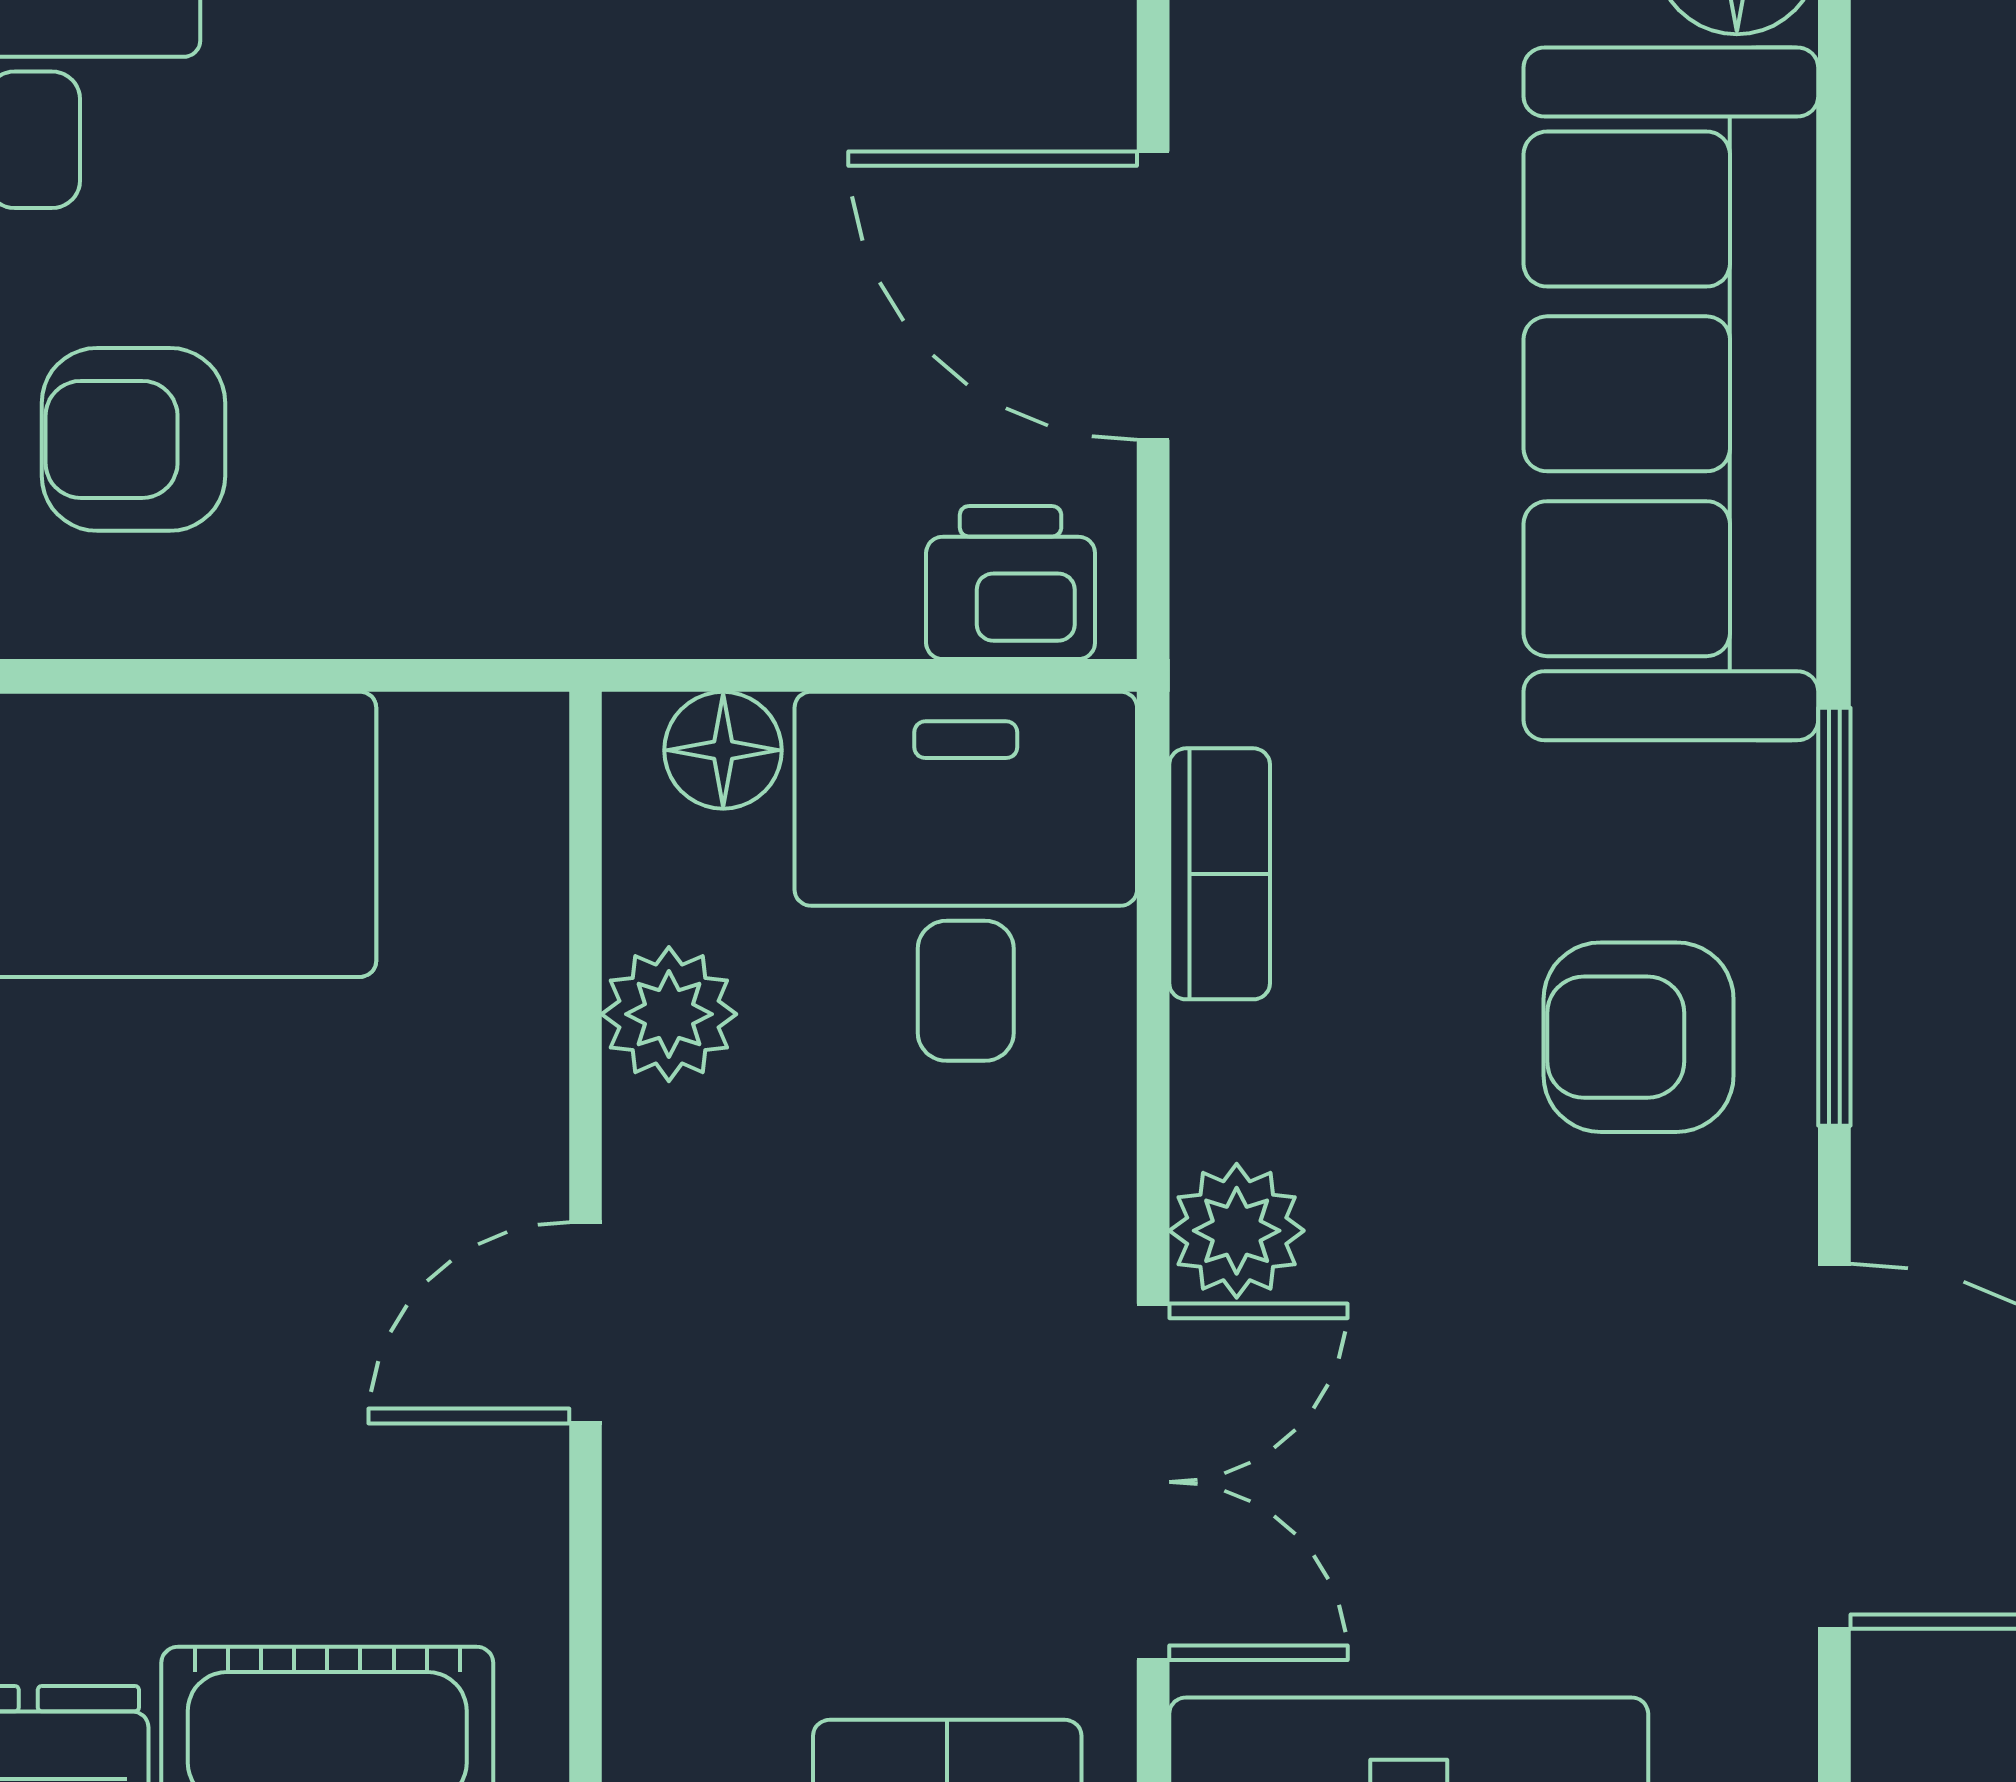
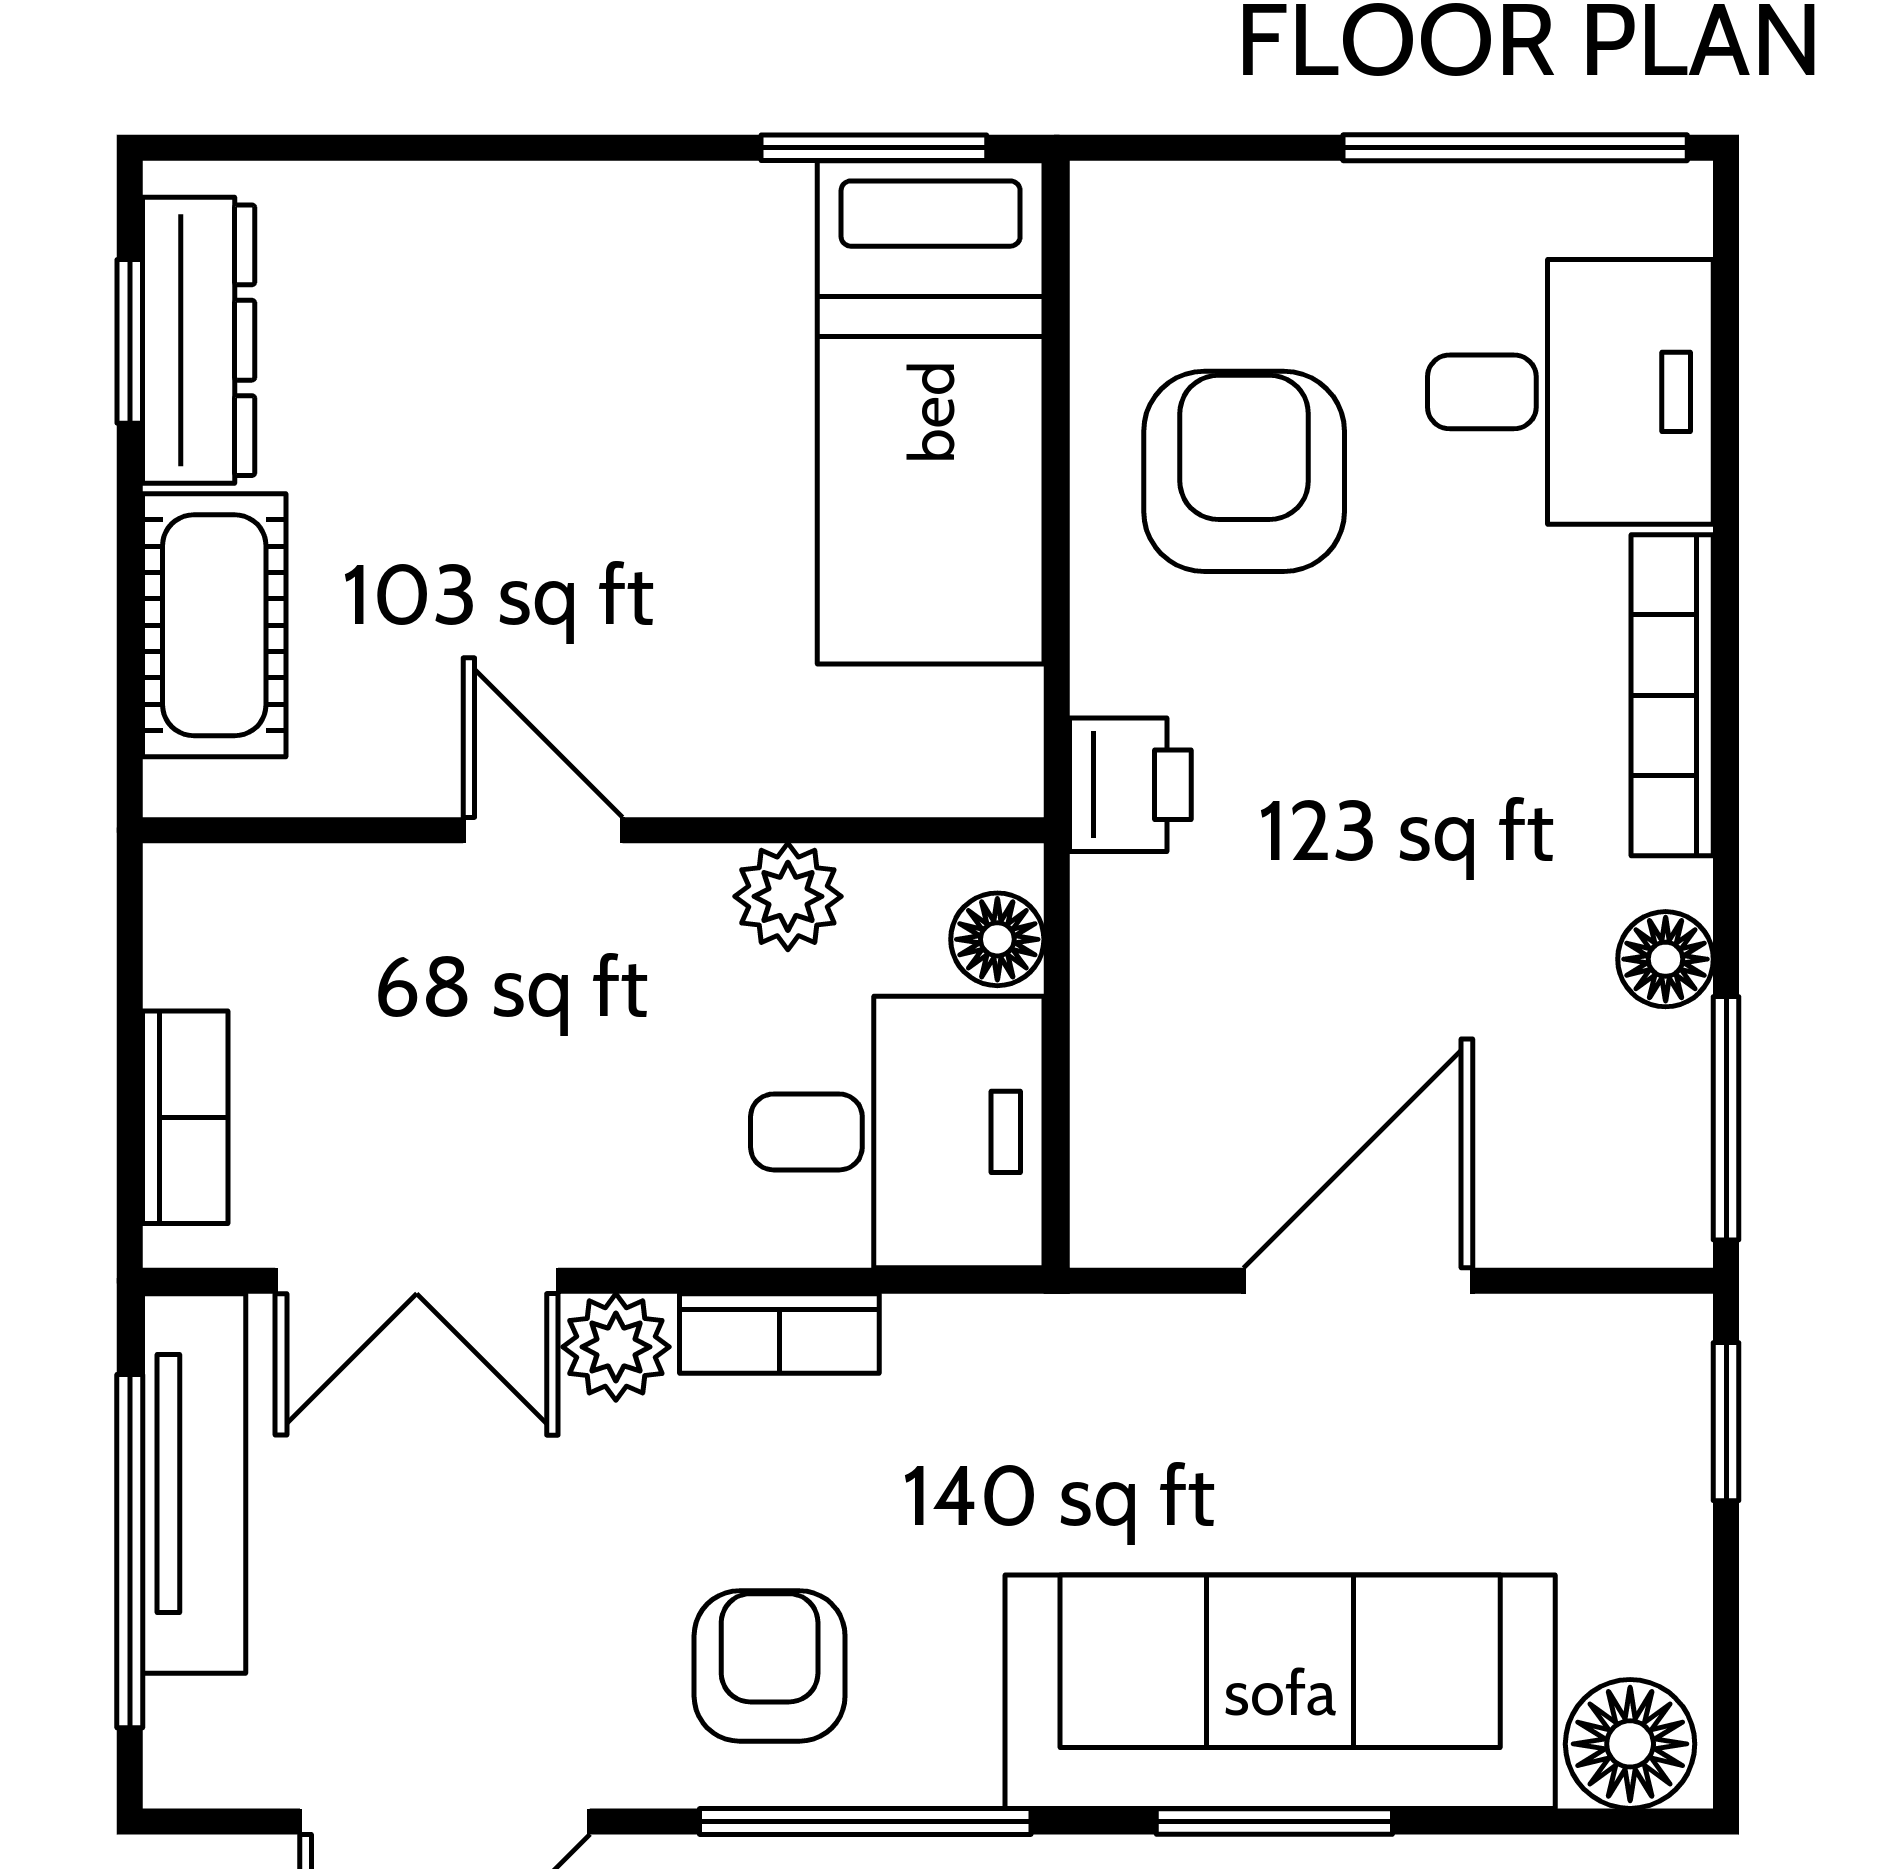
window: (1834, 401) -> (1274, 1821), added
armchair: (133, 439) -> (1244, 471), width x1.38, depth x1.38
printer: (1011, 583) -> (1130, 785), moved
bookcase: (1220, 874) -> (779, 1333), moved

